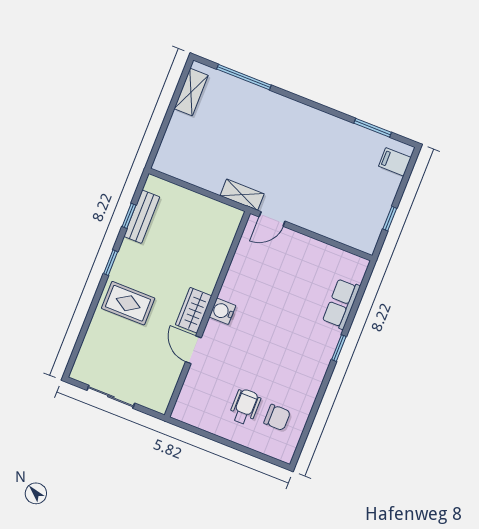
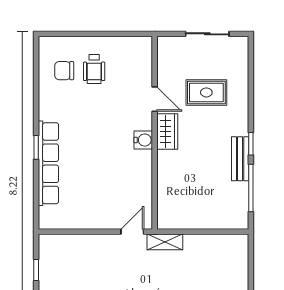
window: (129, 216) -> (251, 188), width x2.17
bench: (142, 217) -> (240, 159), moved
rug: (128, 303) -> (206, 92), moved
row of seats: (341, 304) -> (48, 163), width x2.02

